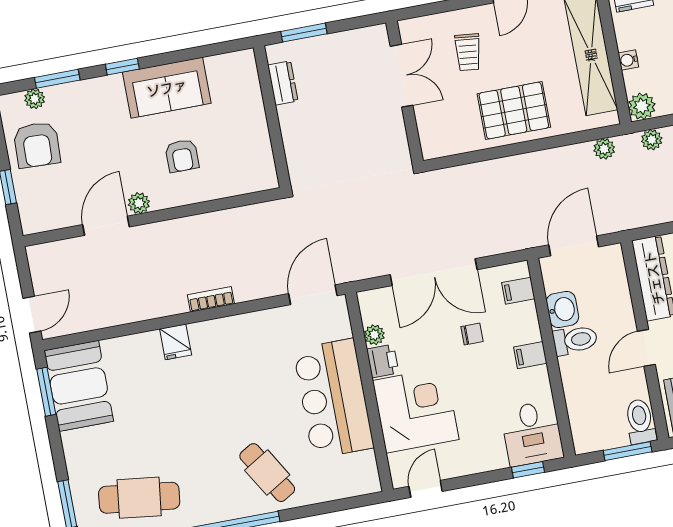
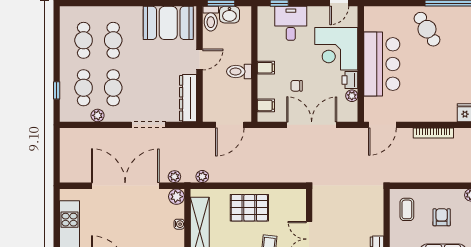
coffee table: (244, 158) -> (407, 209), added
bookcase: (211, 299) -> (433, 133), width x1.56
washbasin: (562, 309) -> (229, 15), moved, turned -90
desk: (532, 433) -> (291, 23), moved

